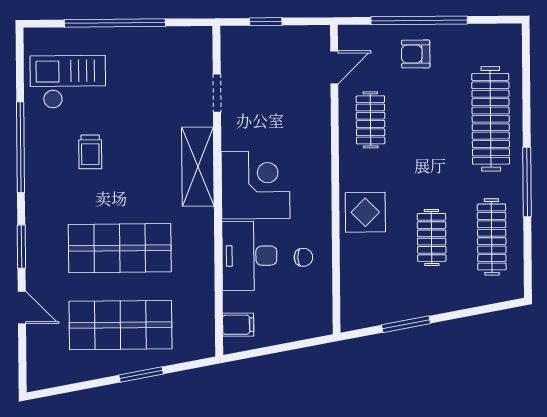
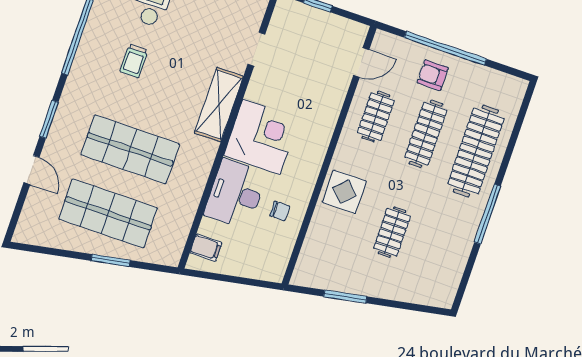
clothes rail: (492, 237) -> (426, 134), moved

